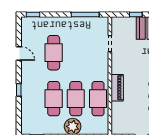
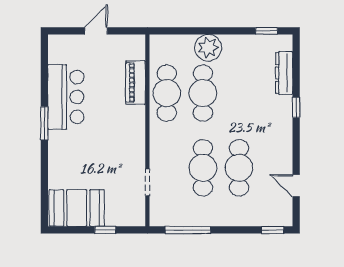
door: (19, 54) -> (296, 186), moved
piano: (117, 88) -> (135, 83), moved
cafe table: (54, 99) -> (203, 168), moved
dresser: (26, 111) -> (284, 73), added

